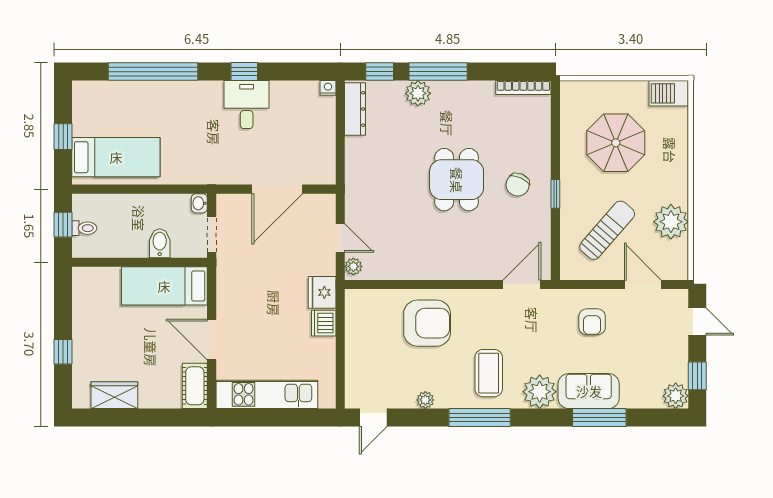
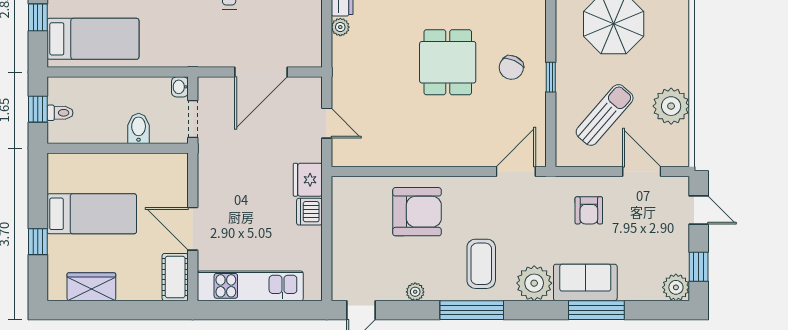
plant: (353, 266) -> (340, 27), moved
bed: (164, 286) -> (92, 214), moved, turned 180

